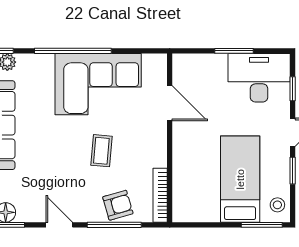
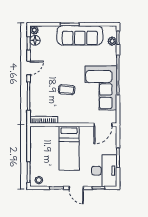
door: (170, 103) -> (103, 125), moved
bed: (240, 179) -> (69, 148), moved, turned 90
armchair: (118, 205) -> (39, 98), removed

